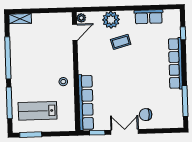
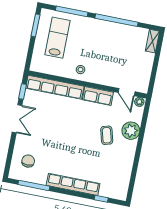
row of seats: (149, 17) -> (98, 96), moved, turned -90
chair: (146, 115) -> (28, 161), moved

